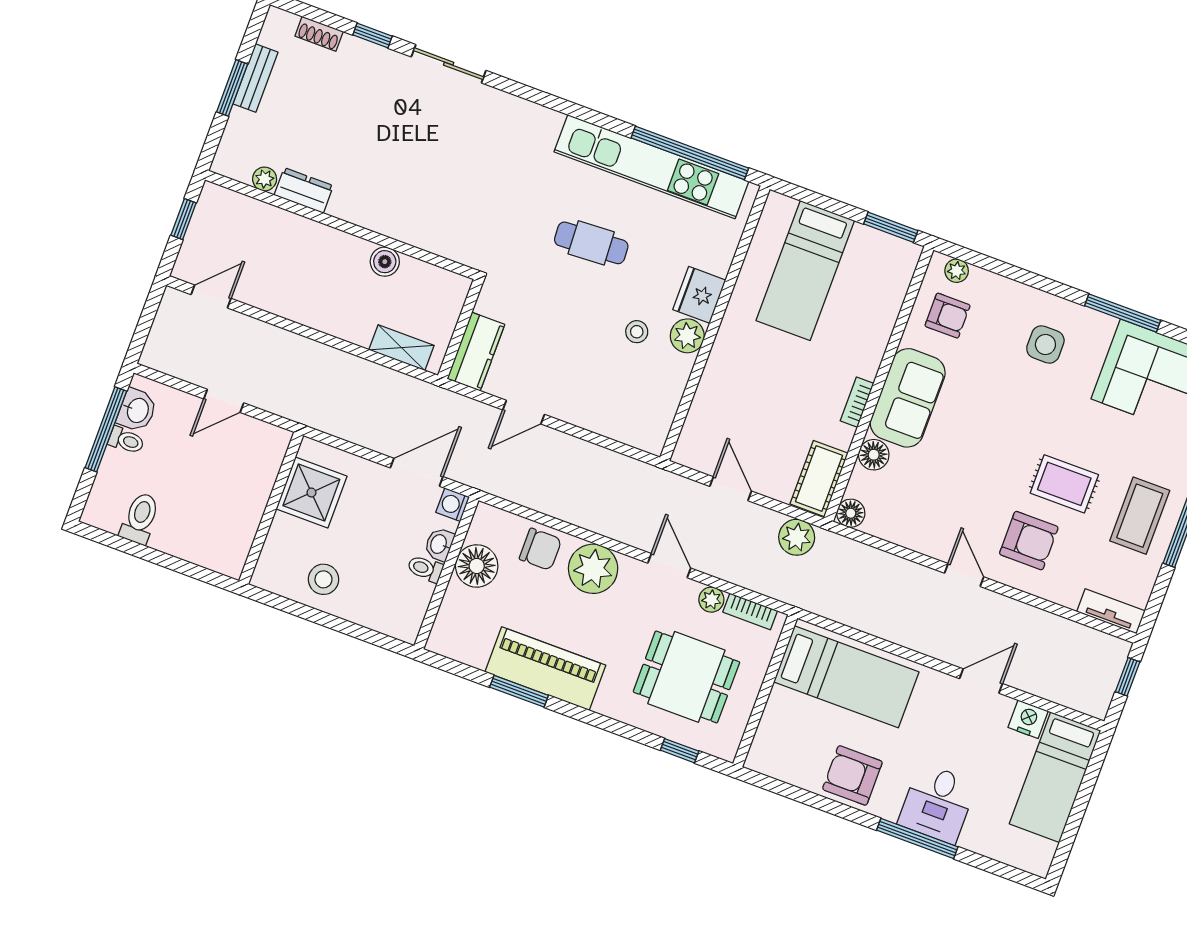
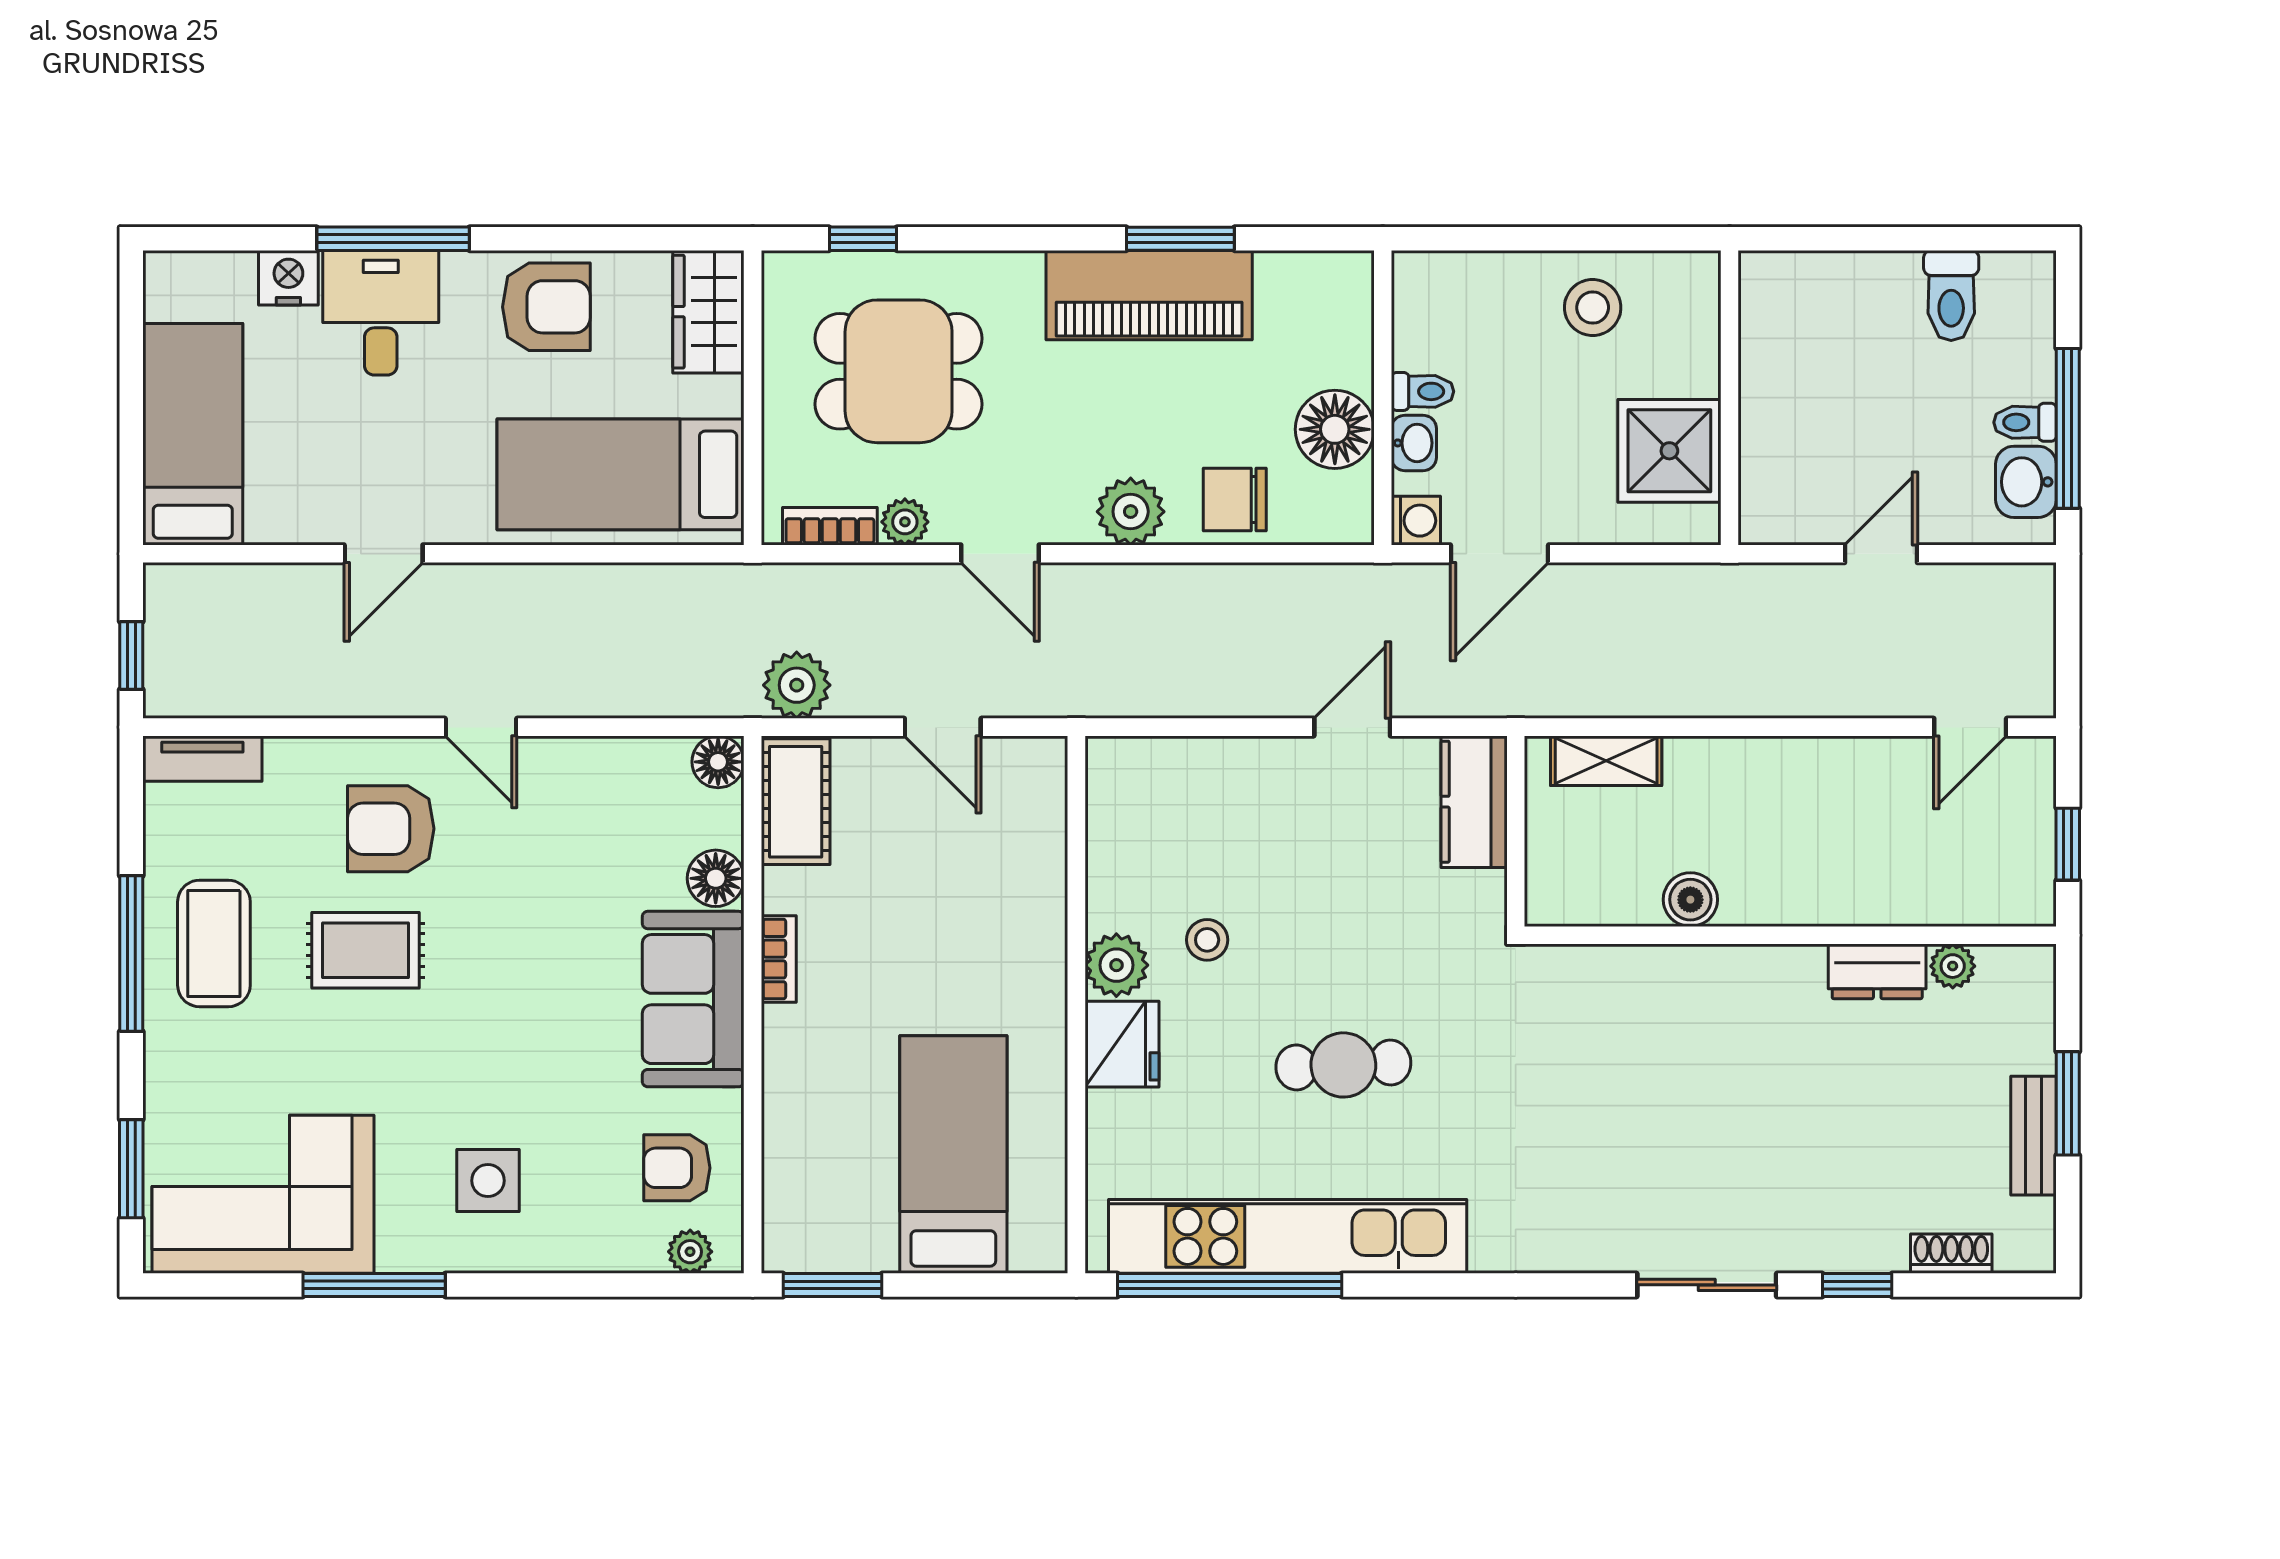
plant: (593, 569) -> (1131, 512), width x0.73, depth x0.73
nightstand: (1028, 719) -> (288, 278), moved, turned 180
wardrobe: (771, 743) -> (708, 312), added

